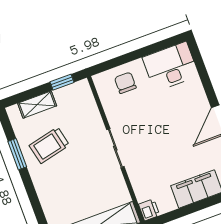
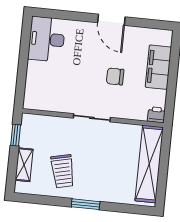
chair: (125, 83) -> (115, 76), moved
window: (17, 154) -> (86, 204), moved

